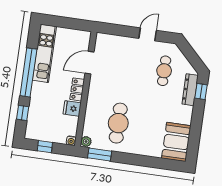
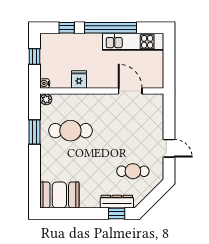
locker: (77, 89) -> (100, 82), removed
window: (100, 155) -> (34, 132), moved

